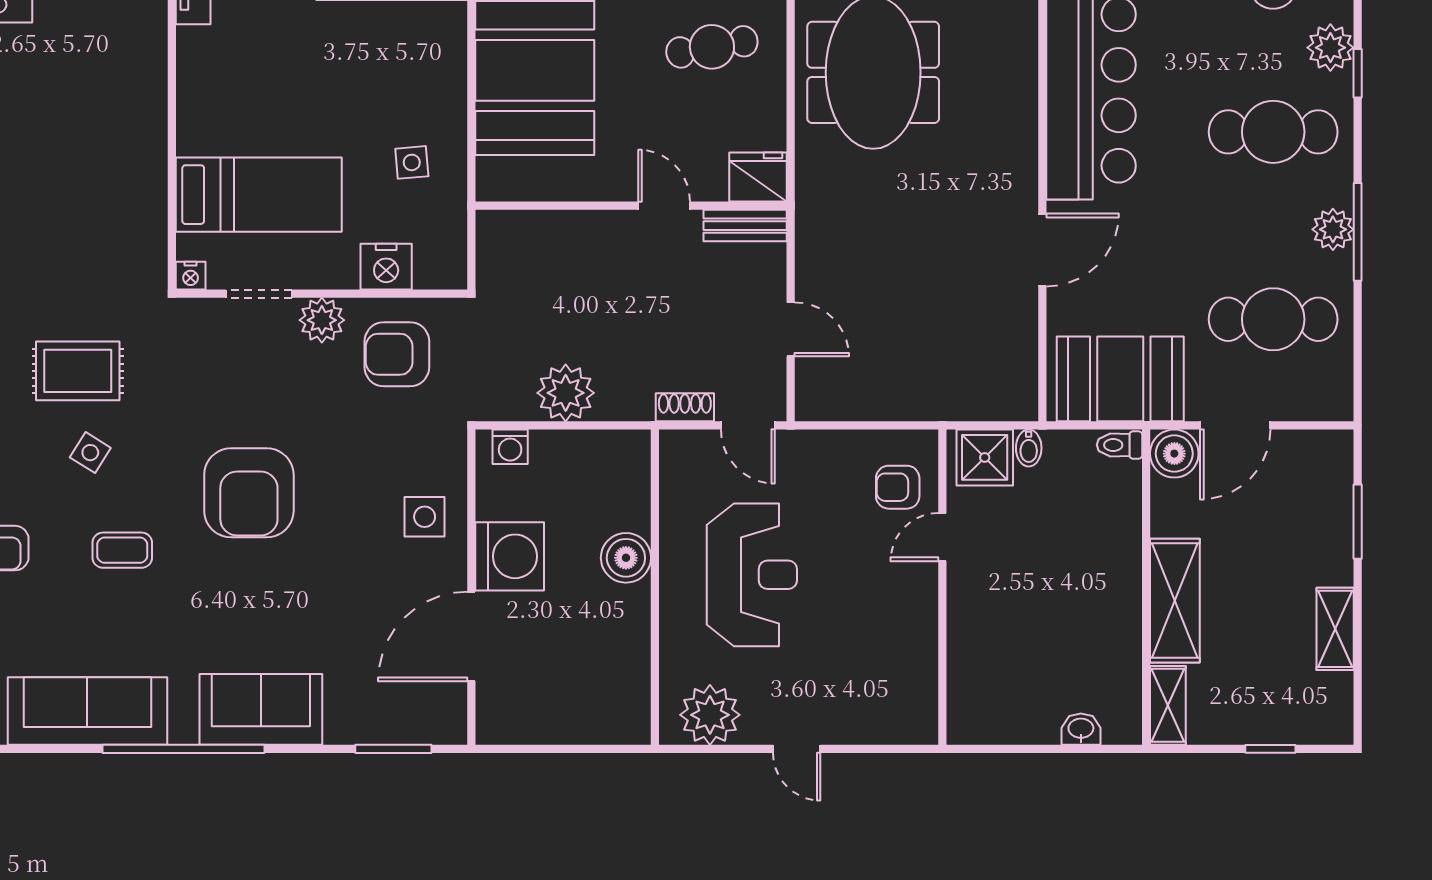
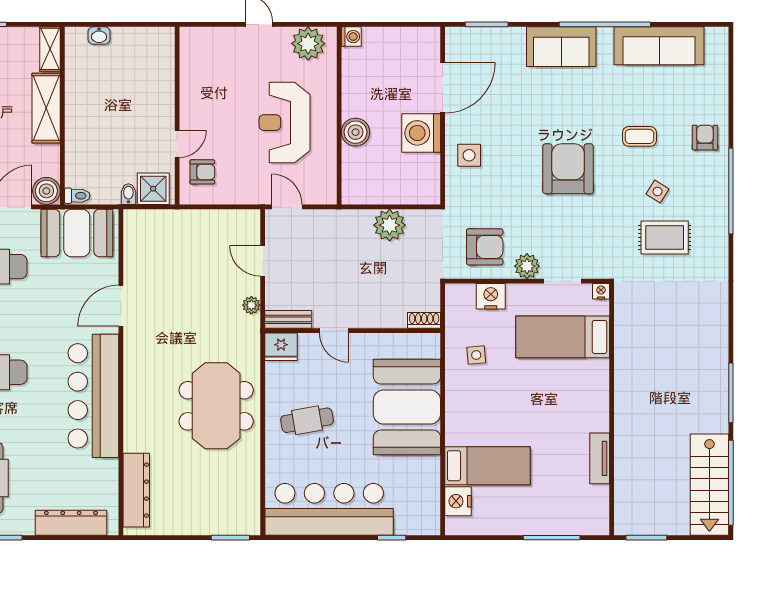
plant: (811, 251) -> (251, 305), added
shoe rack: (685, 407) -> (424, 320), moved, turned 180
washing machine: (510, 447) -> (351, 37), moved, turned 90

